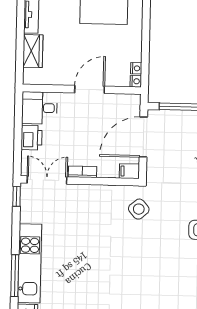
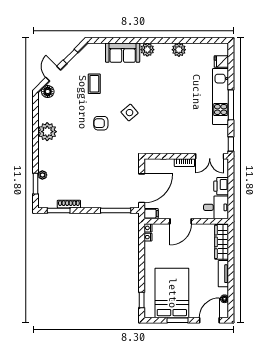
wardrobe: (33, 51) -> (222, 242), width x1.50
filing cabinet: (129, 171) -> (151, 214), moved
side table: (139, 209) -> (130, 113), moved
window: (15, 276) -> (231, 105), moved

